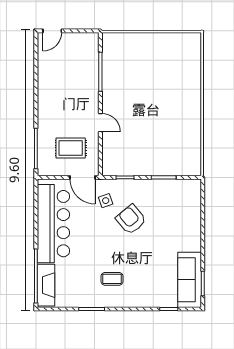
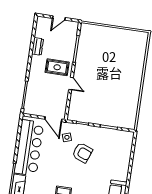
door: (52, 31) -> (59, 18), moved
dresser: (44, 76) -> (37, 46), added
rug: (71, 148) -> (57, 67), moved
armchair: (131, 219) -> (82, 153), turned 151

